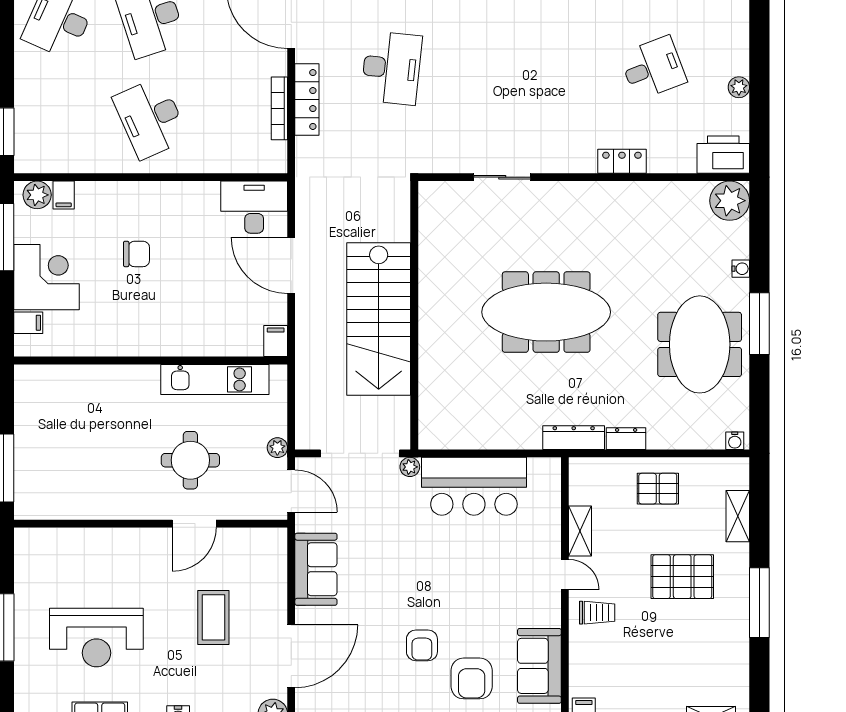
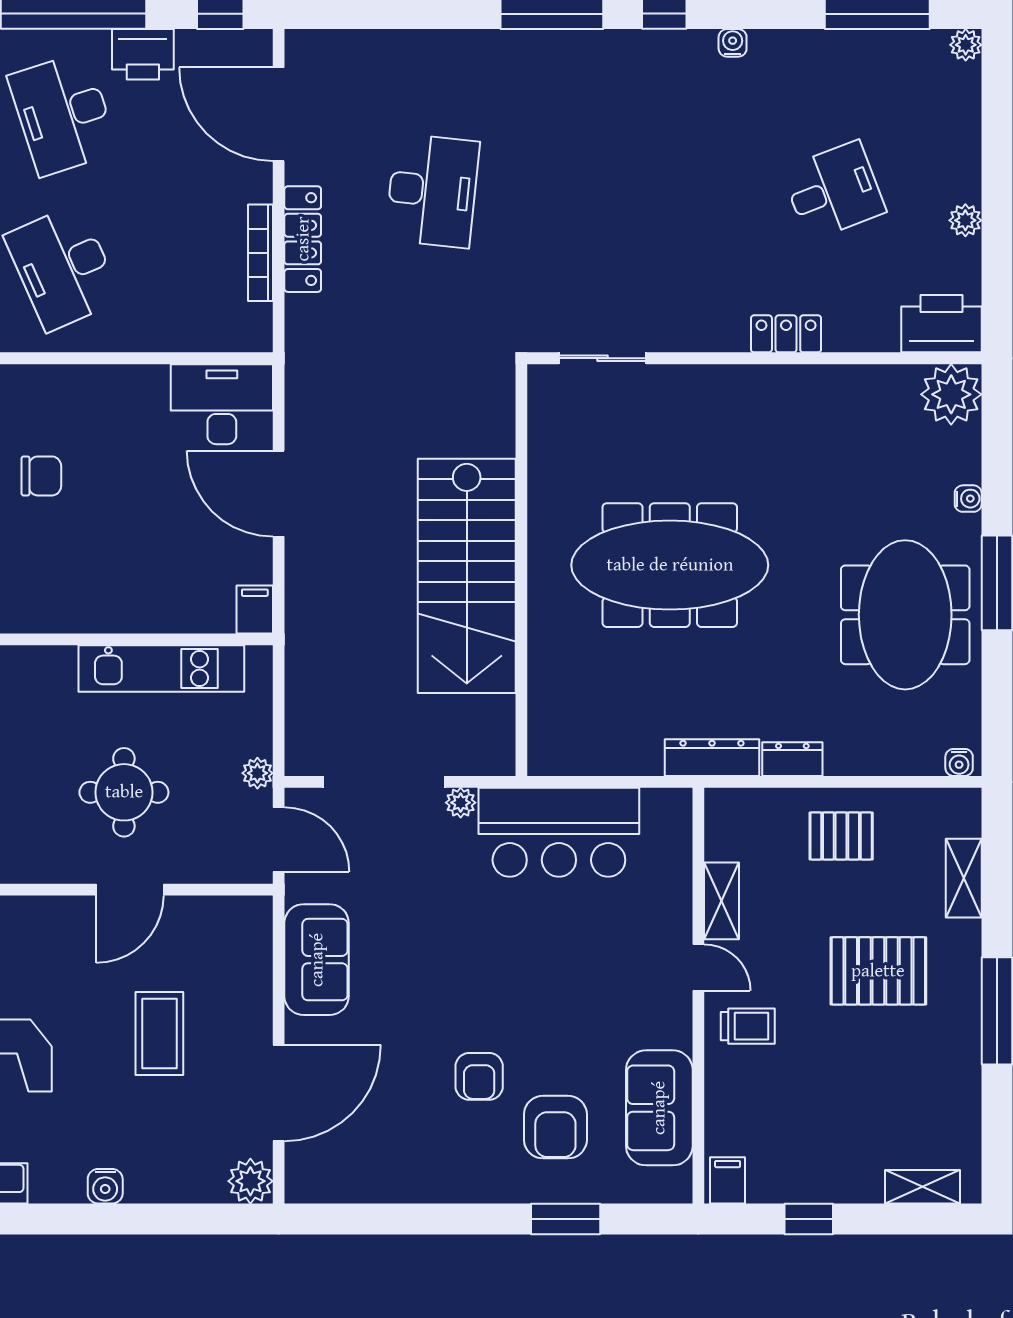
wall: (414, 315) -> (521, 570), moved
stairs: (379, 319) -> (467, 576), moved

